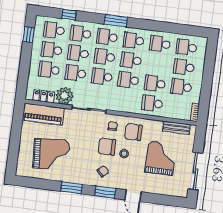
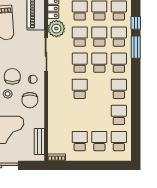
window: (116, 21) -> (136, 47), moved
school desk: (131, 60) -> (99, 89), removed
school desk: (155, 83) -> (80, 115), removed
school desk: (152, 103) -> (60, 115), removed
chair: (133, 132) -> (30, 100), turned 180

